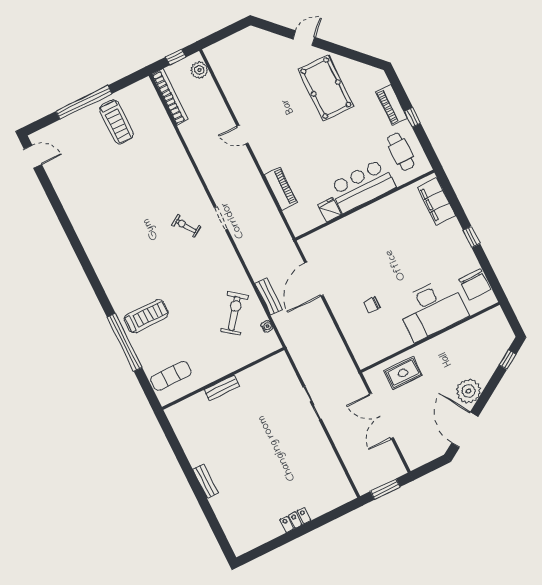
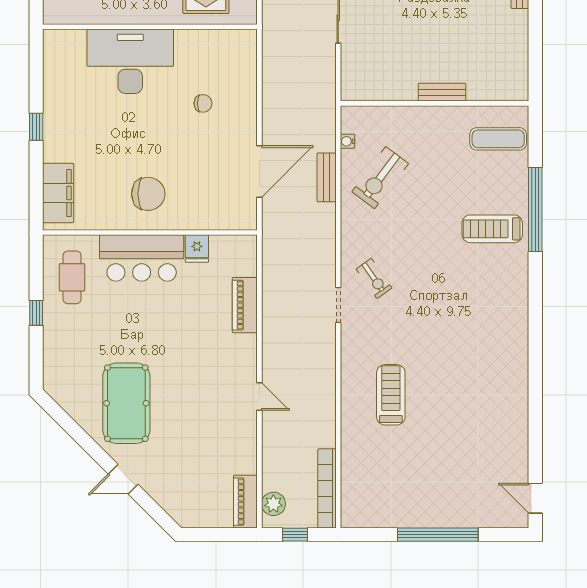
piano: (392, 105) -> (245, 502), moved, turned 180
treadmill: (116, 122) -> (391, 395), moved
exercise bike: (186, 226) -> (374, 278), moved
chair: (475, 284) -> (148, 194), moved, turned 90

